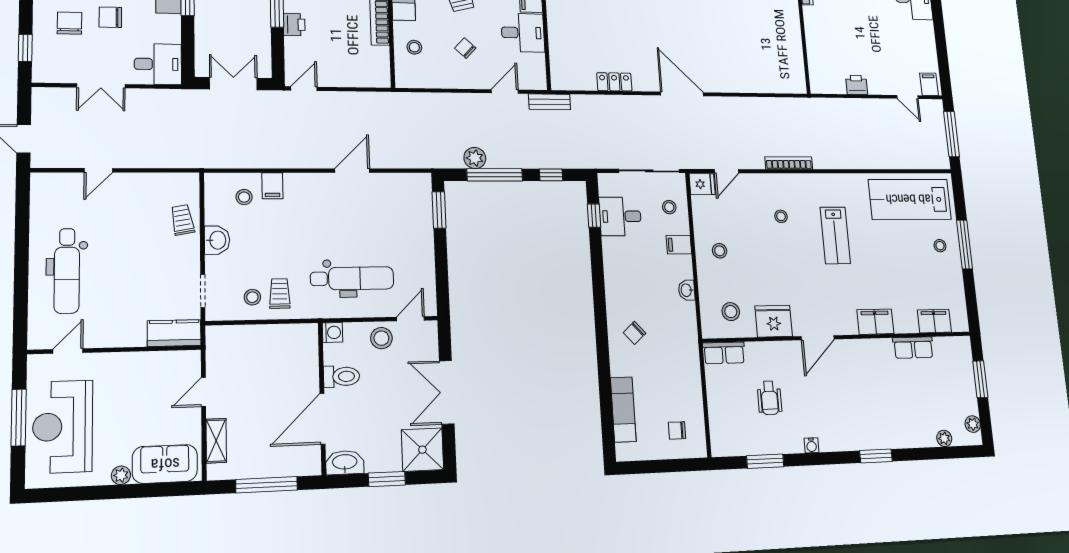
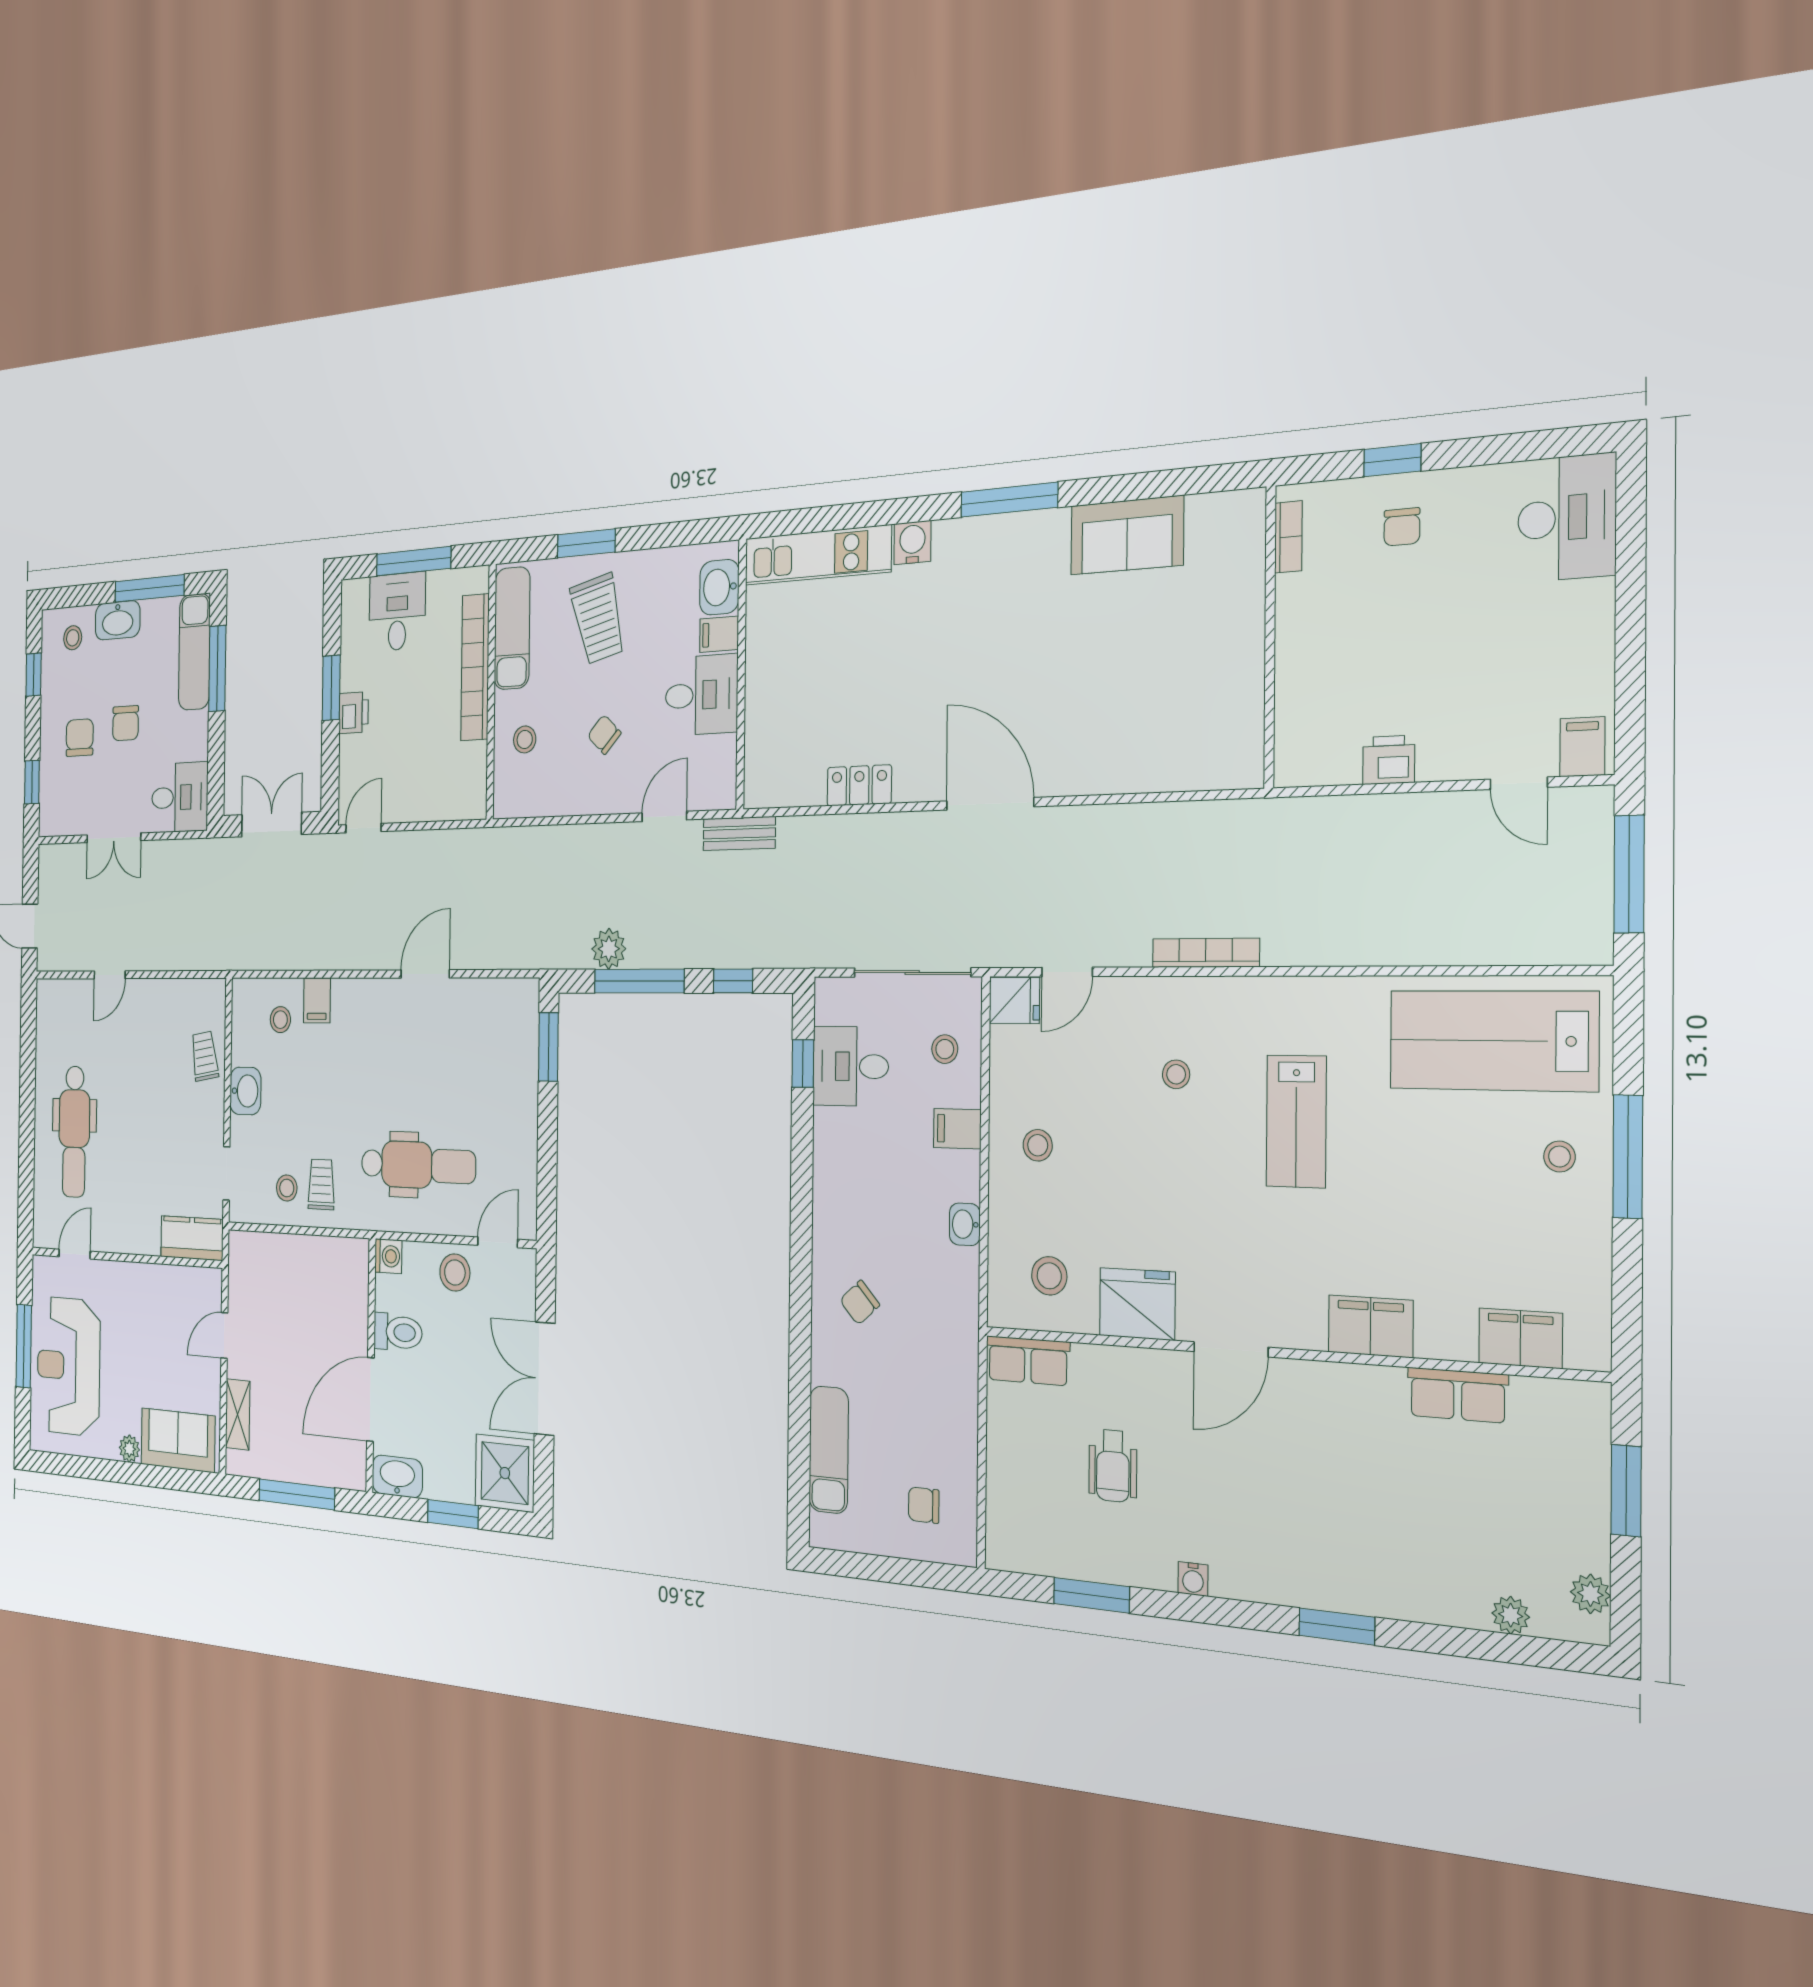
chair: (110, 17) -> (126, 723), turned -90

